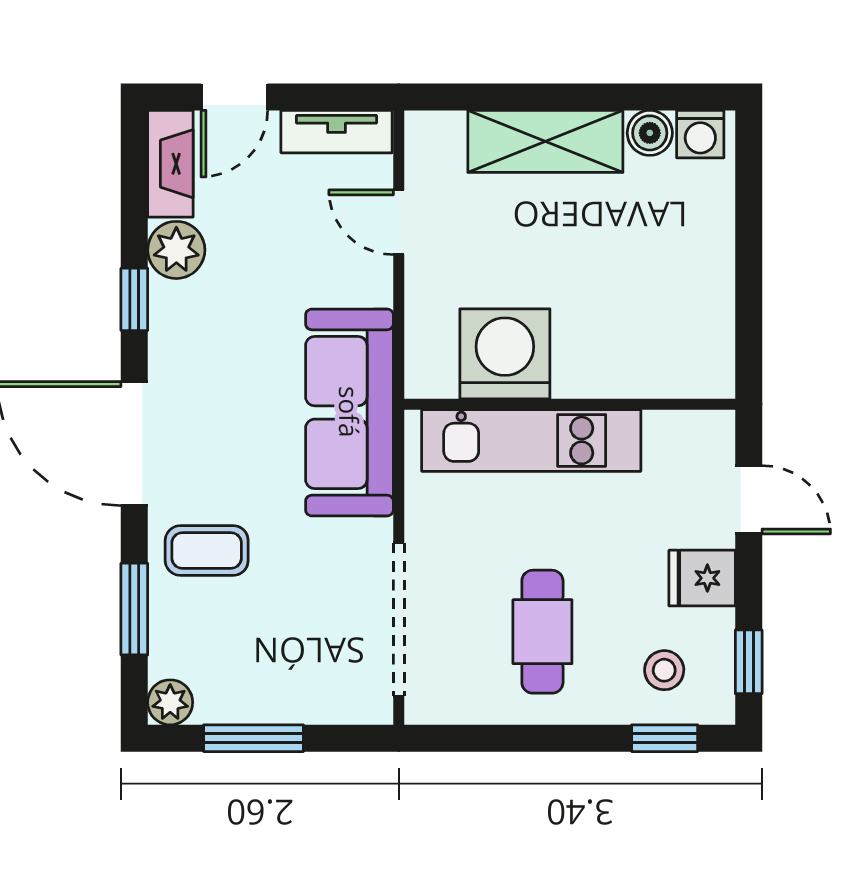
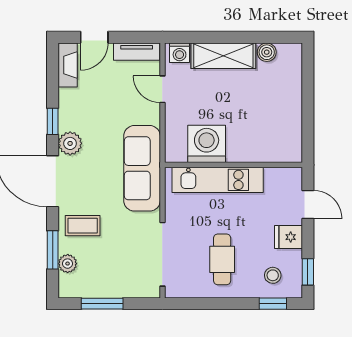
washing machine: (700, 134) -> (180, 53), moved
plant: (176, 250) -> (70, 143), moved
plant: (170, 702) -> (68, 264), moved

